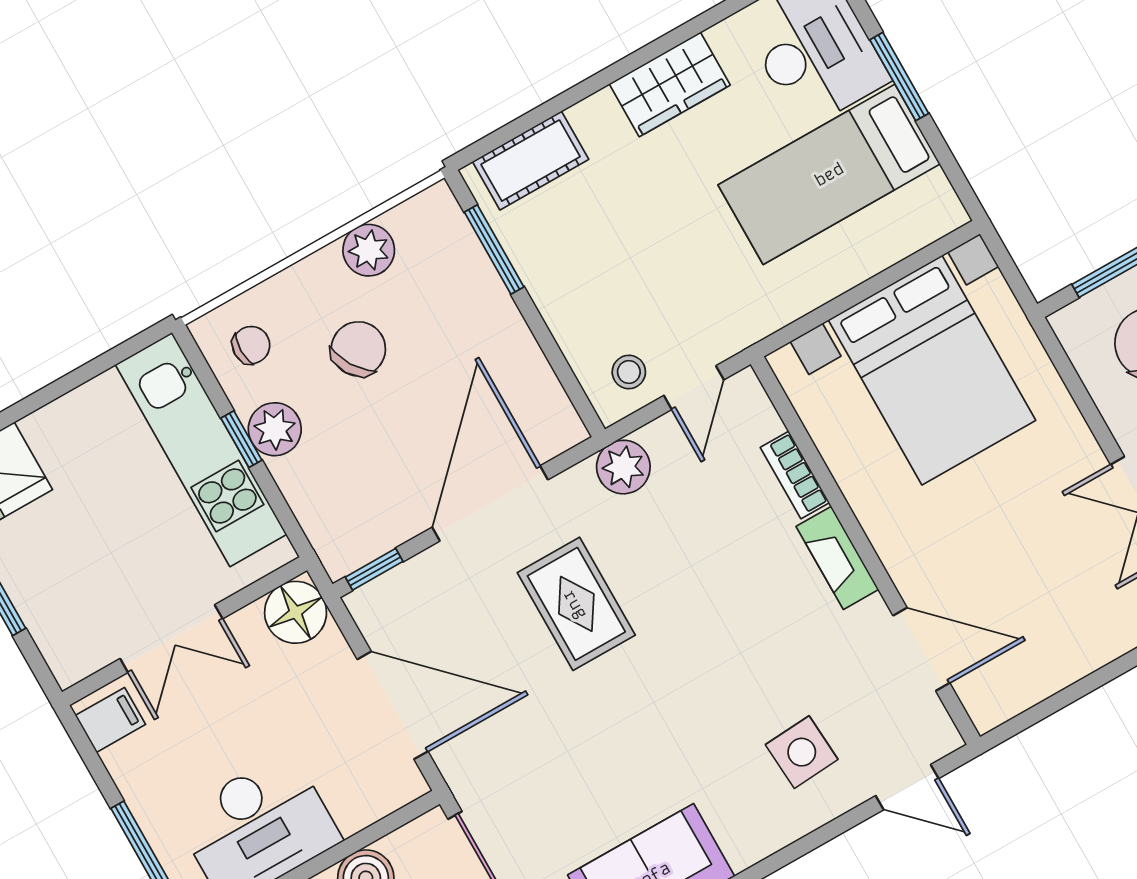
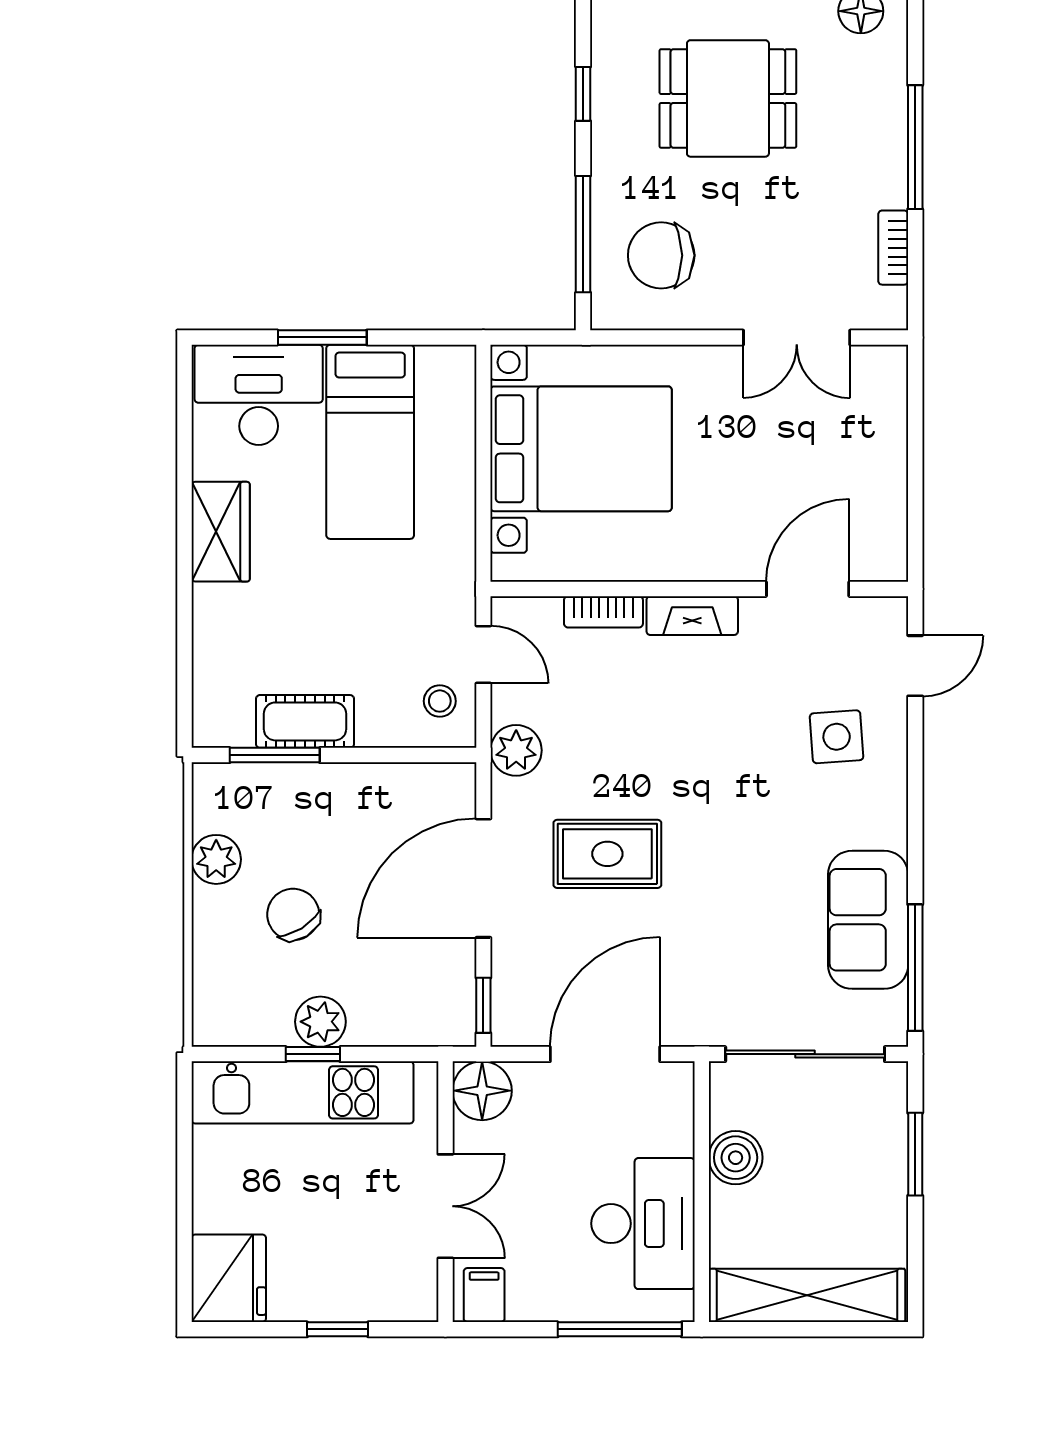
cot: (531, 161) -> (305, 721), moved, turned 90
chair: (251, 345) -> (239, 1002), removed
door: (490, 503) -> (483, 878), hinge flipped

